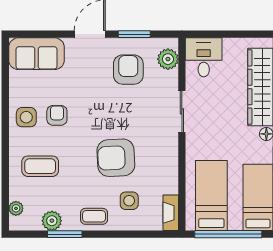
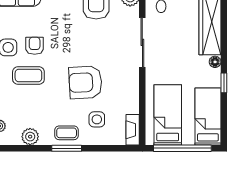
sliding door: (182, 111) -> (142, 42), width x1.37
coffee table: (40, 166) -> (28, 76), moved
window: (65, 234) -> (67, 148), moved

